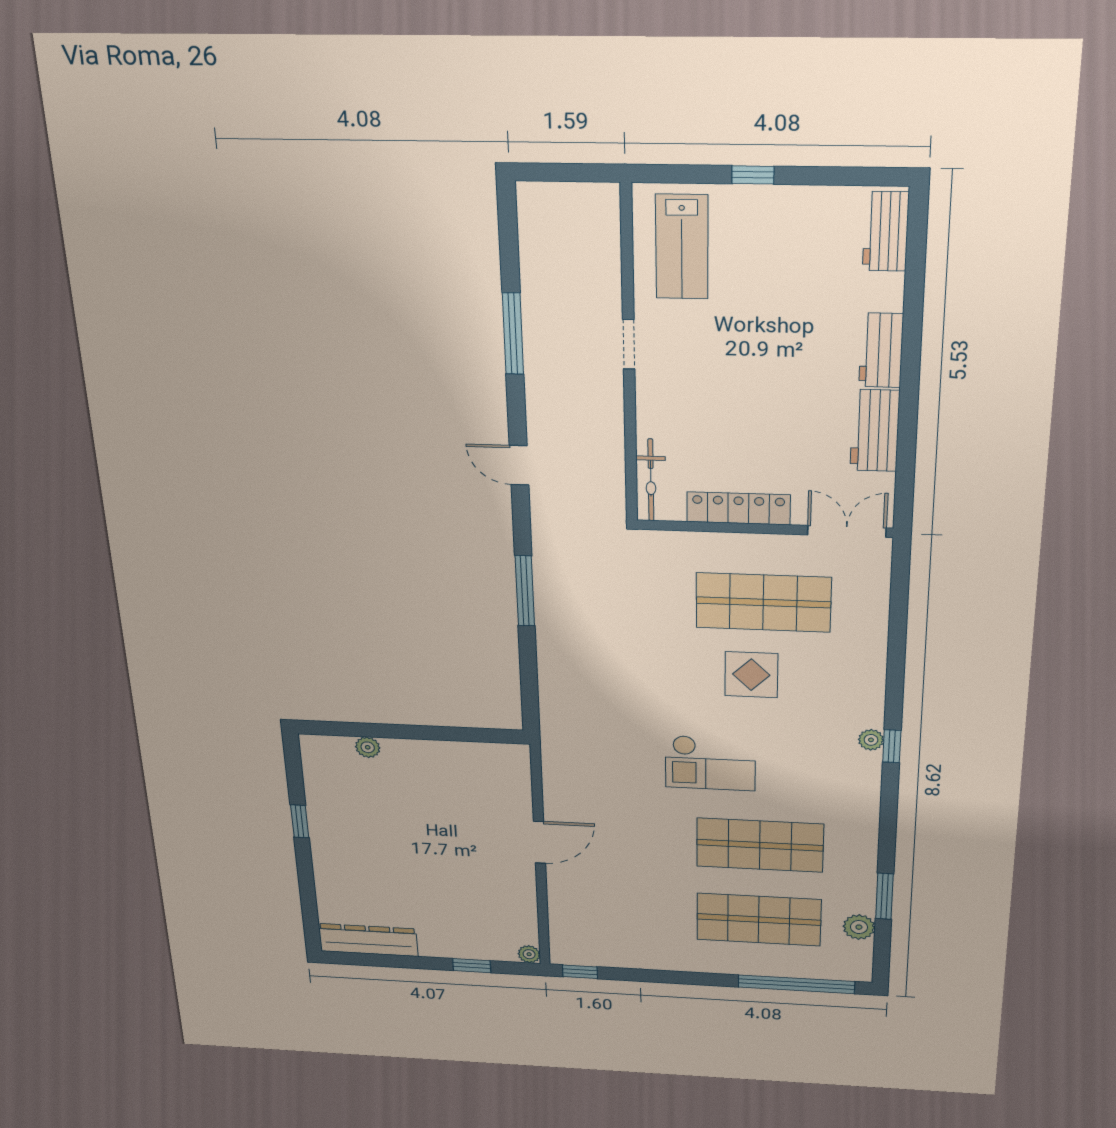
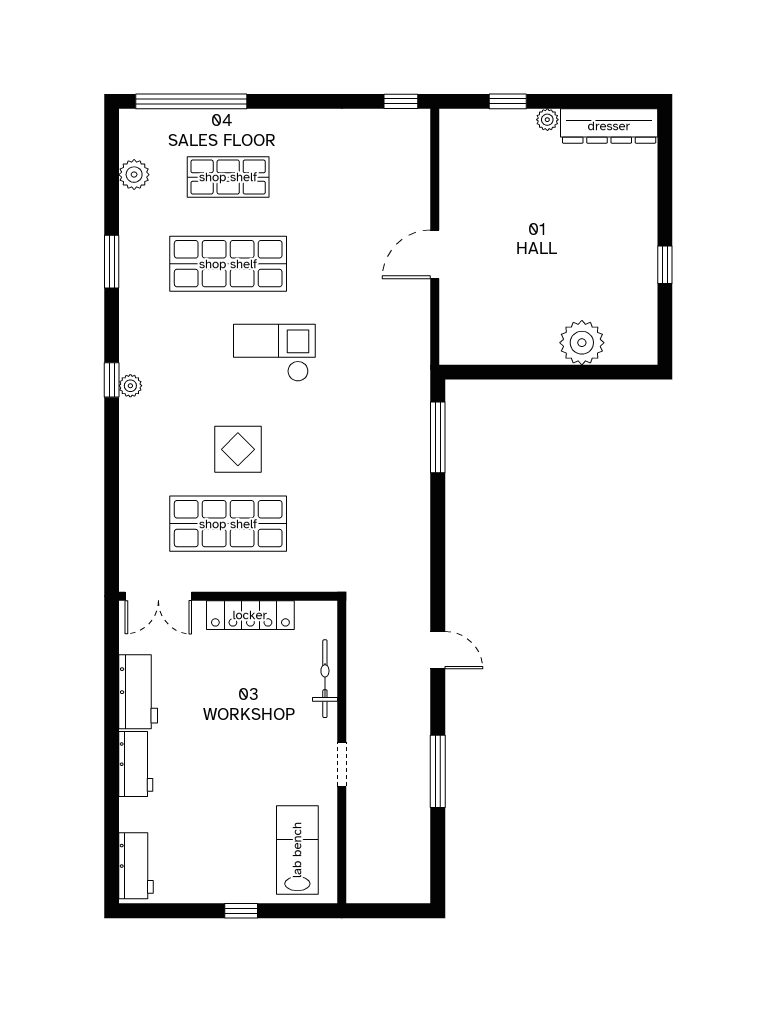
bicycle: (651, 480) -> (325, 679), moved
window: (525, 591) -> (438, 437), moved
plant: (368, 747) -> (582, 343), width x1.87, depth x1.87
window: (884, 896) -> (112, 262), moved
shop shelf: (759, 920) -> (228, 177), width x0.70, depth x0.74
plant: (529, 954) -> (547, 120), moved

